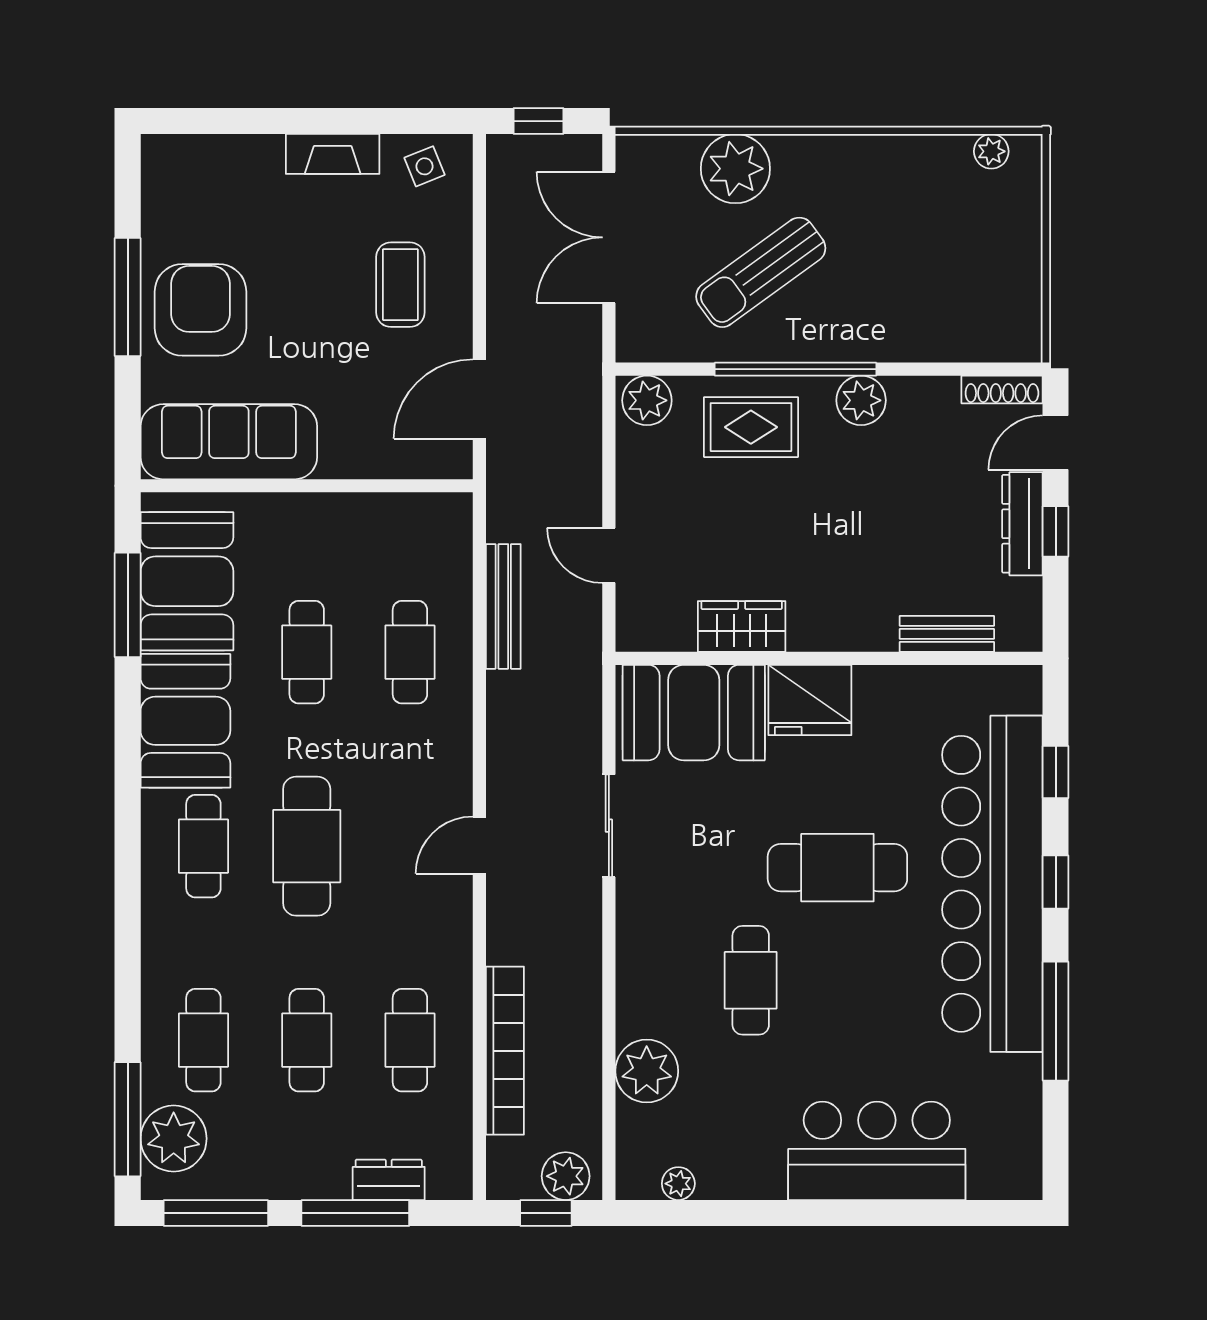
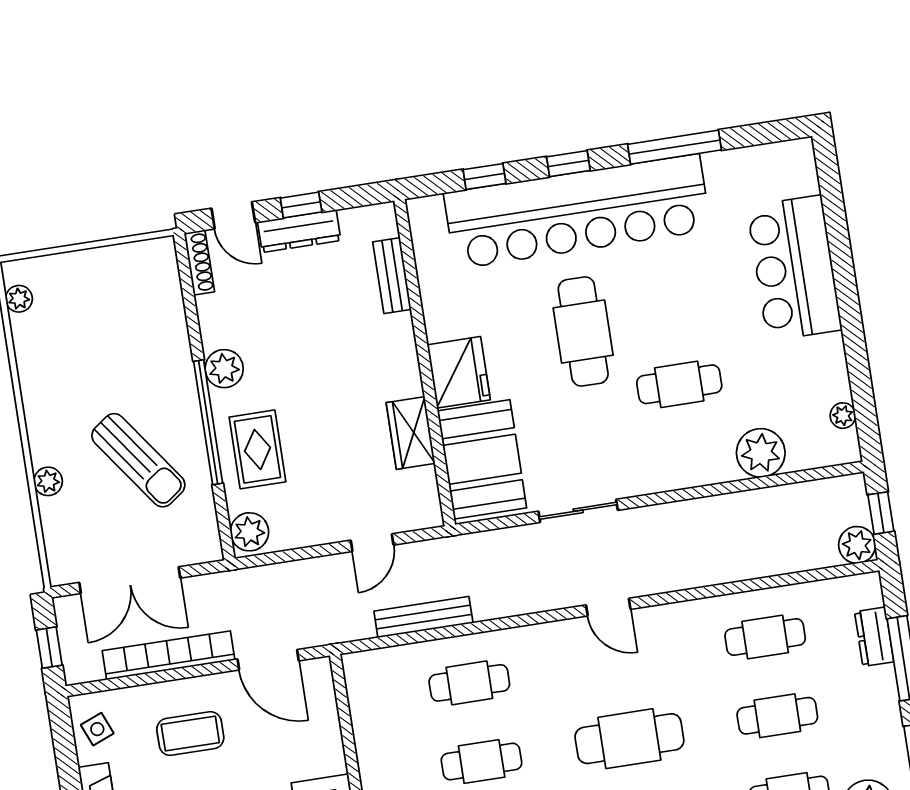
plant: (735, 169) -> (48, 481), width x0.53, depth x0.53
bookcase: (505, 1051) -> (169, 655), moved
plant: (566, 1176) -> (857, 545), moved

